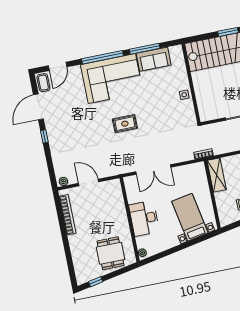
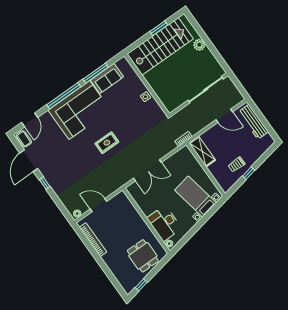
desk: (144, 218) -> (164, 223), moved

